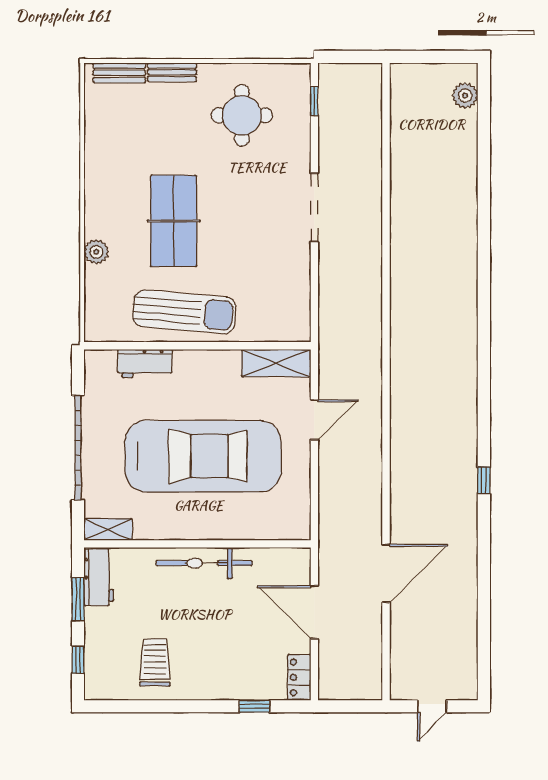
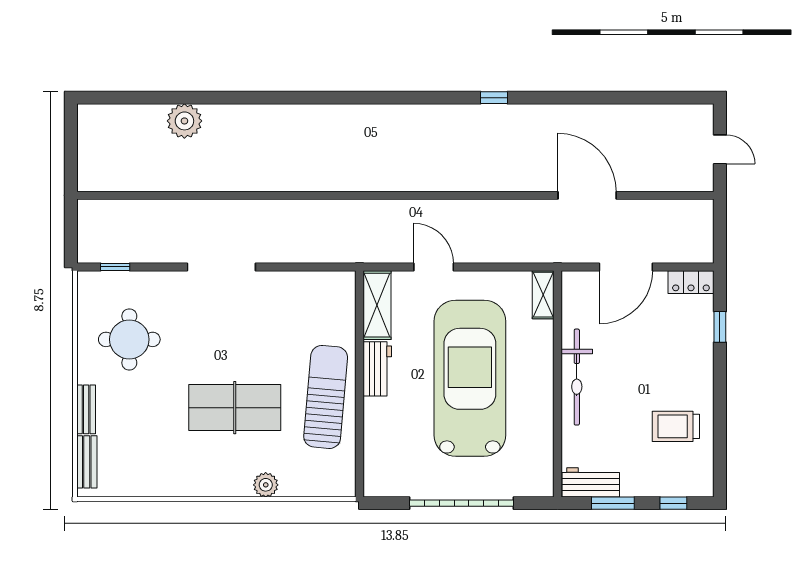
plant: (465, 95) -> (184, 121), moved, width x1.36, depth x1.36
workbench: (145, 363) -> (377, 369), moved
shelving: (108, 529) -> (543, 295), moved

